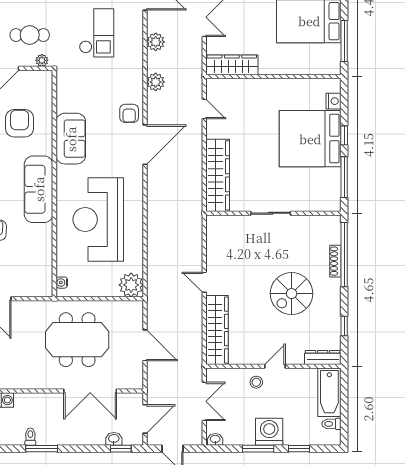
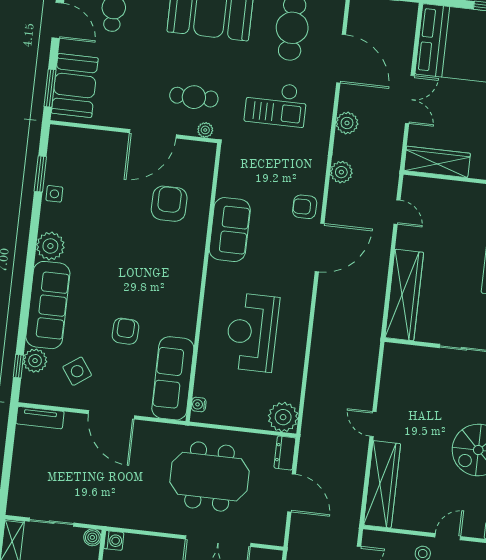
checkout: (97, 33) -> (276, 104), turned 90
armchair: (129, 113) -> (305, 207), turned 90
sofa: (39, 189) -> (173, 378), moved
reception desk: (98, 220) -> (252, 332), width x0.74, depth x0.77
dresser: (136, 314) -> (285, 453), added

